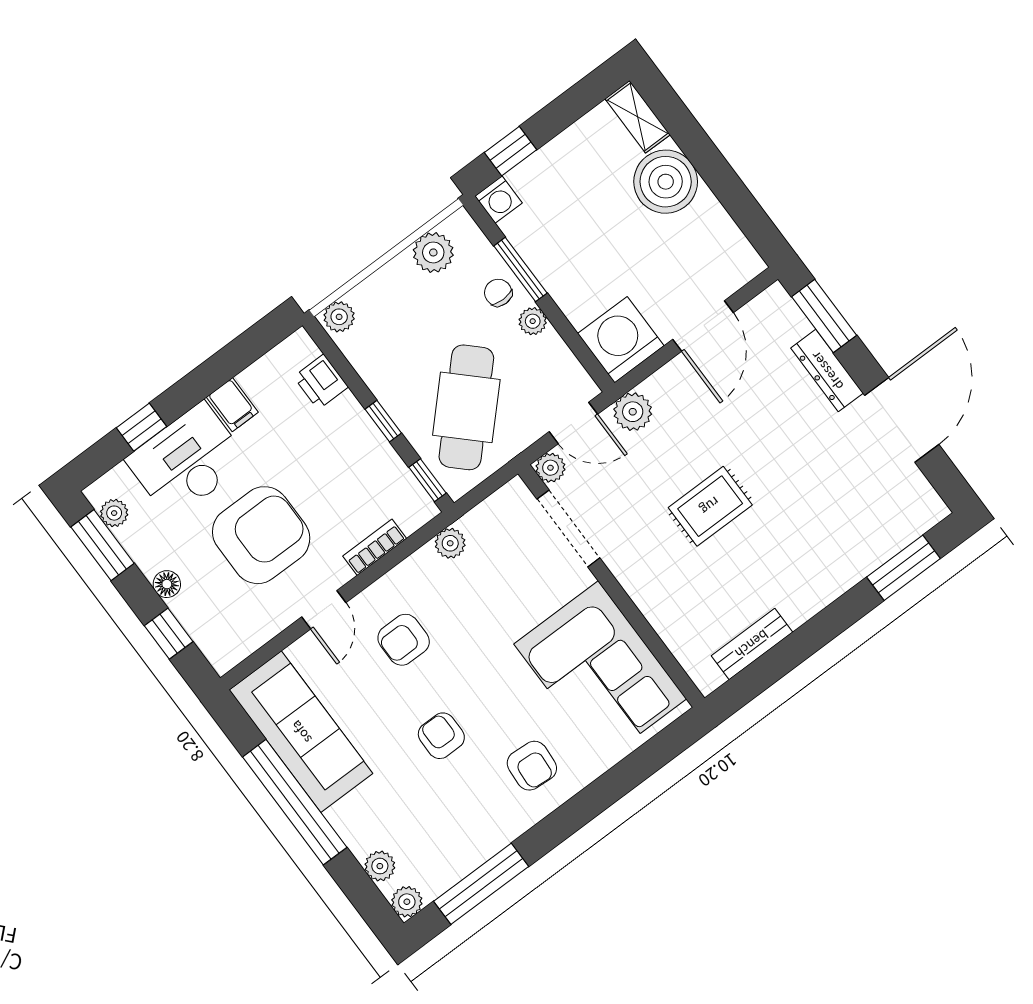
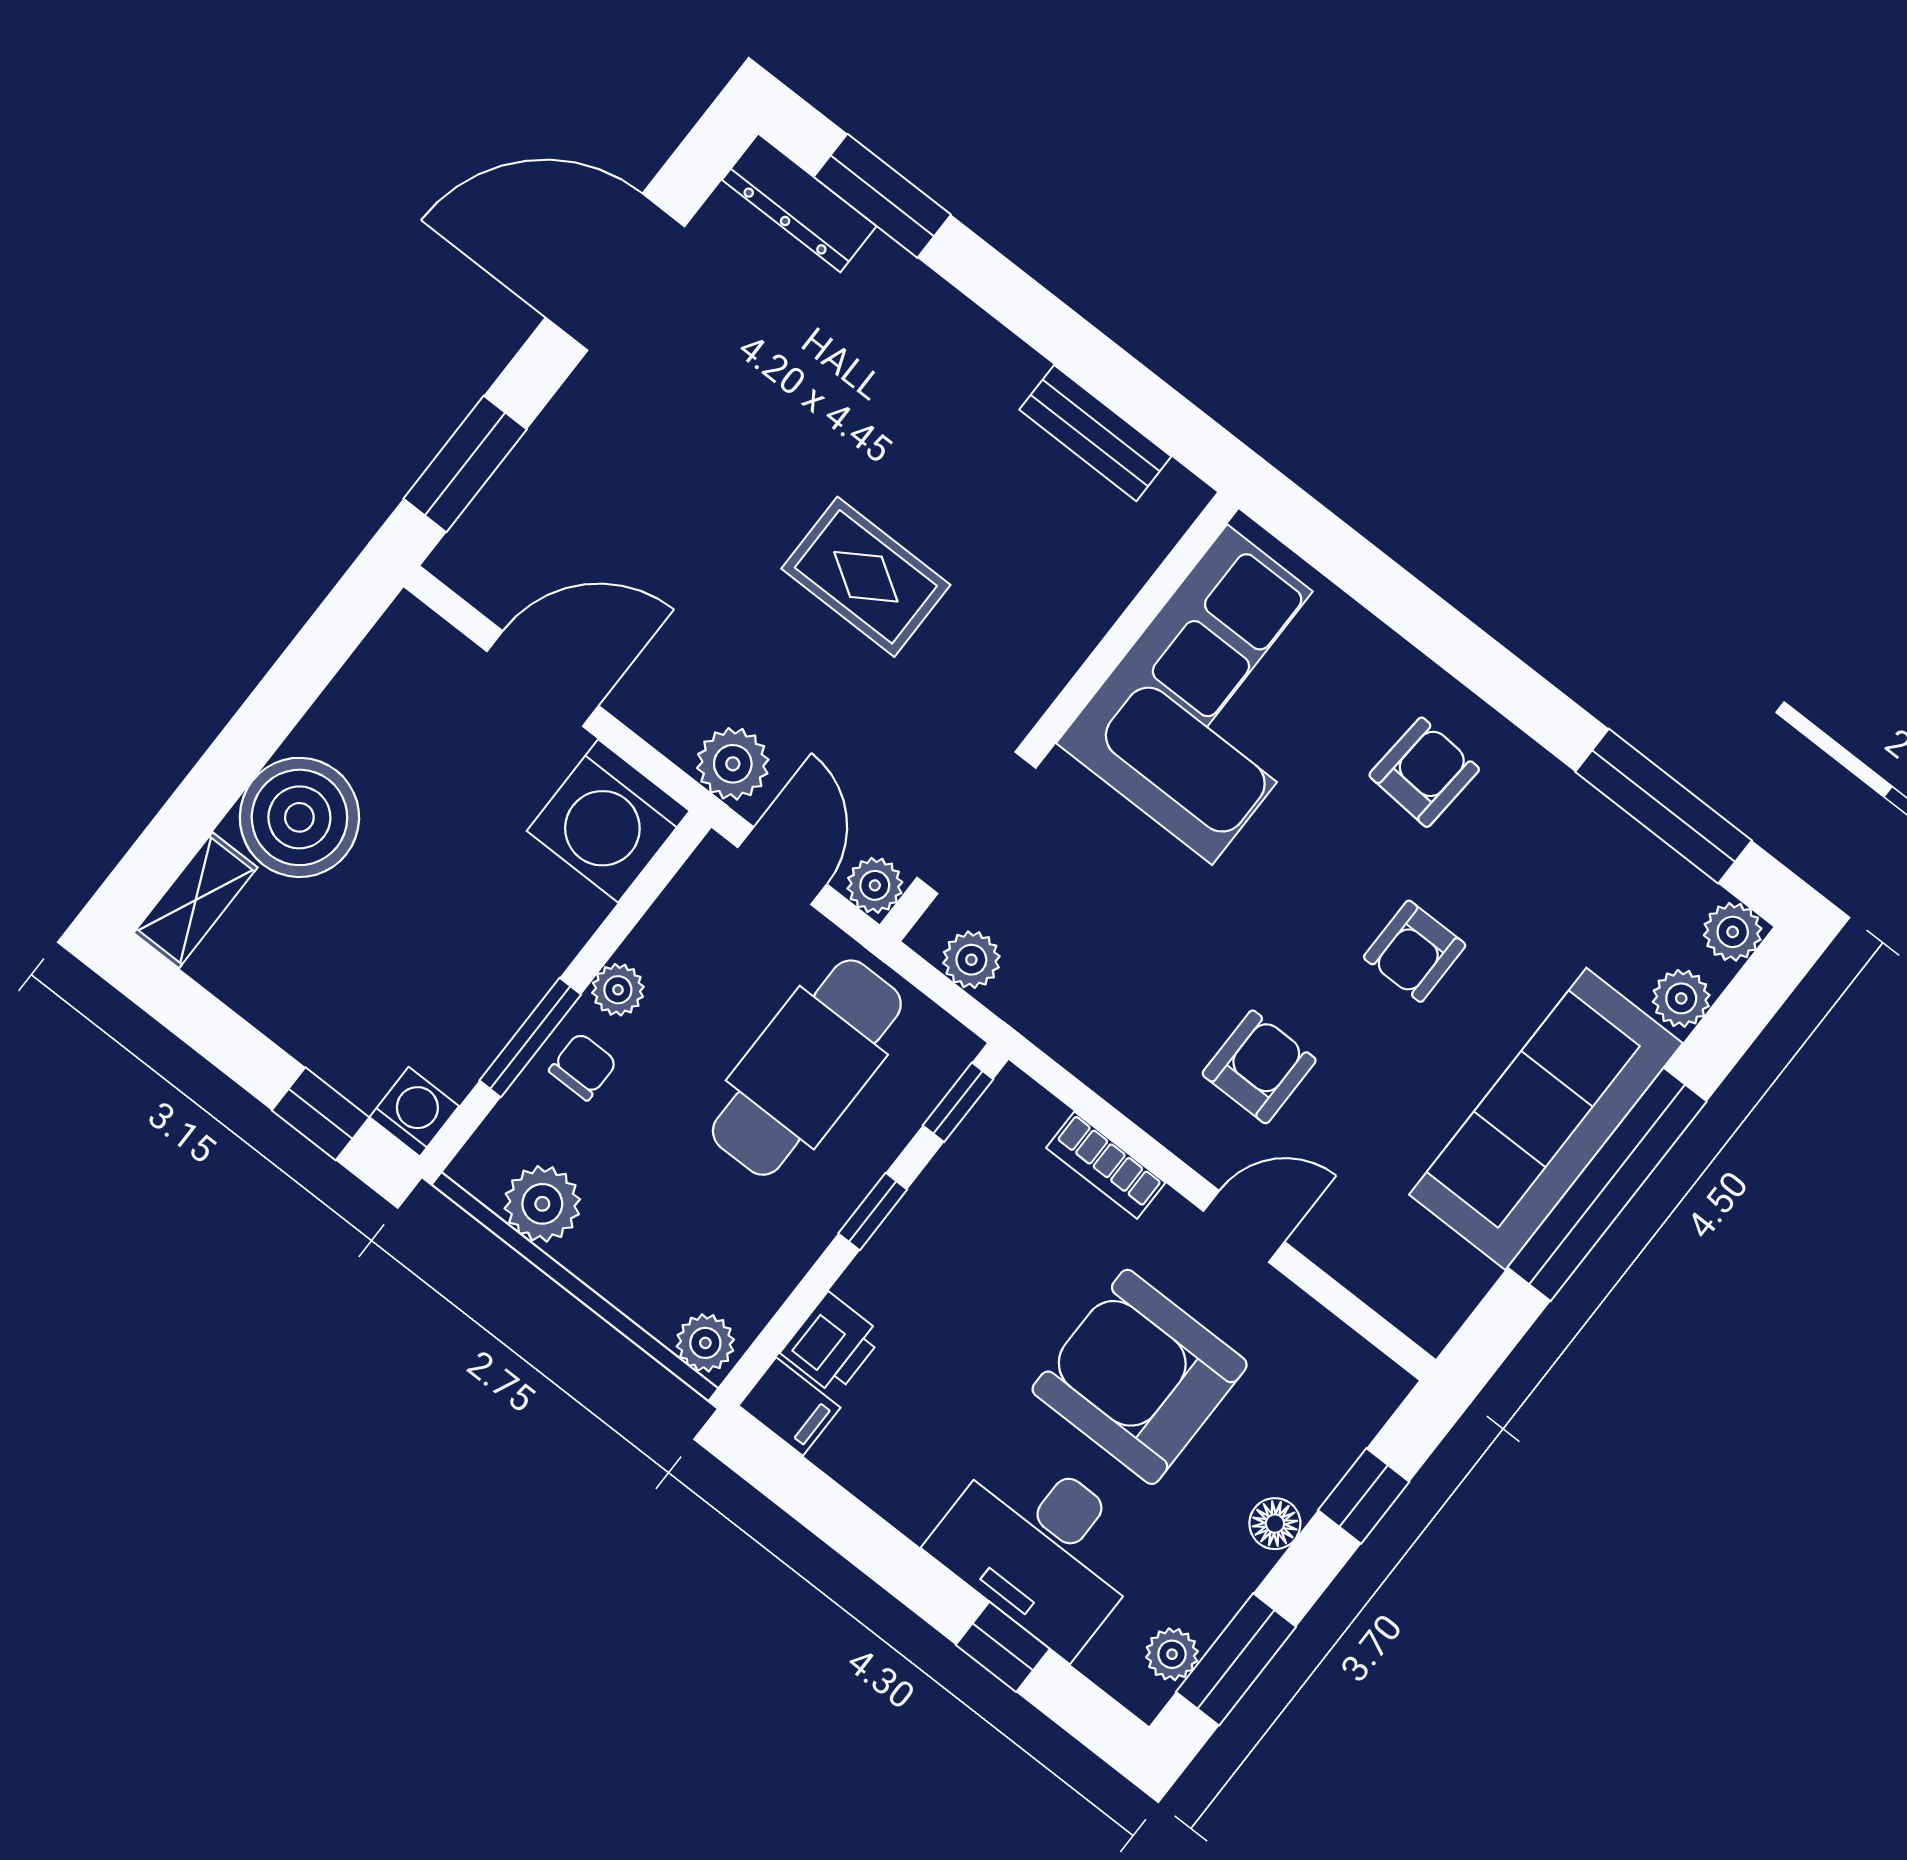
chair: (498, 293) -> (583, 1066), turned 180
dresser: (827, 371) -> (799, 203), moved, turned 90
filing cabinet: (232, 405) -> (790, 1407), moved, turned 90
cafe table: (466, 407) -> (807, 1068), turned -44
plant: (450, 543) -> (971, 960), moved
armchair: (404, 640) -> (1259, 1067), turned -90
sofa: (301, 732) -> (1546, 1119), moved

